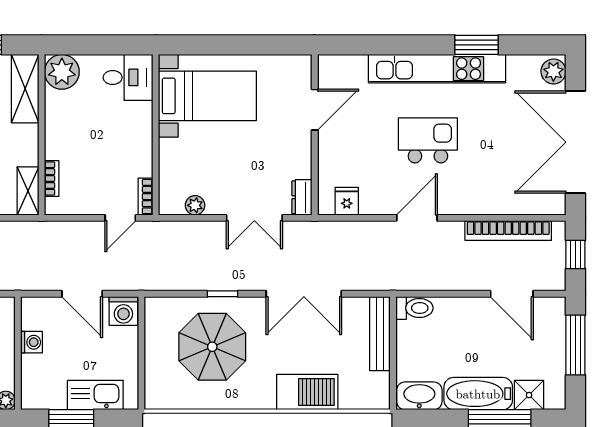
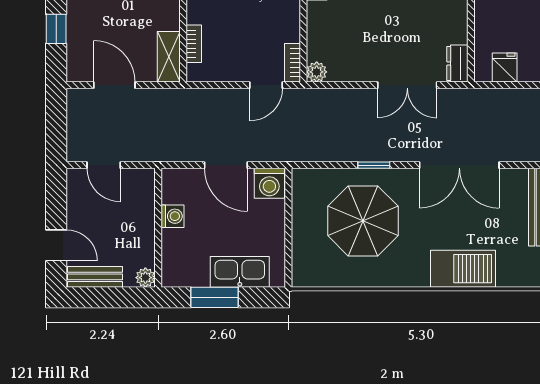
plant: (195, 205) -> (317, 72), moved

